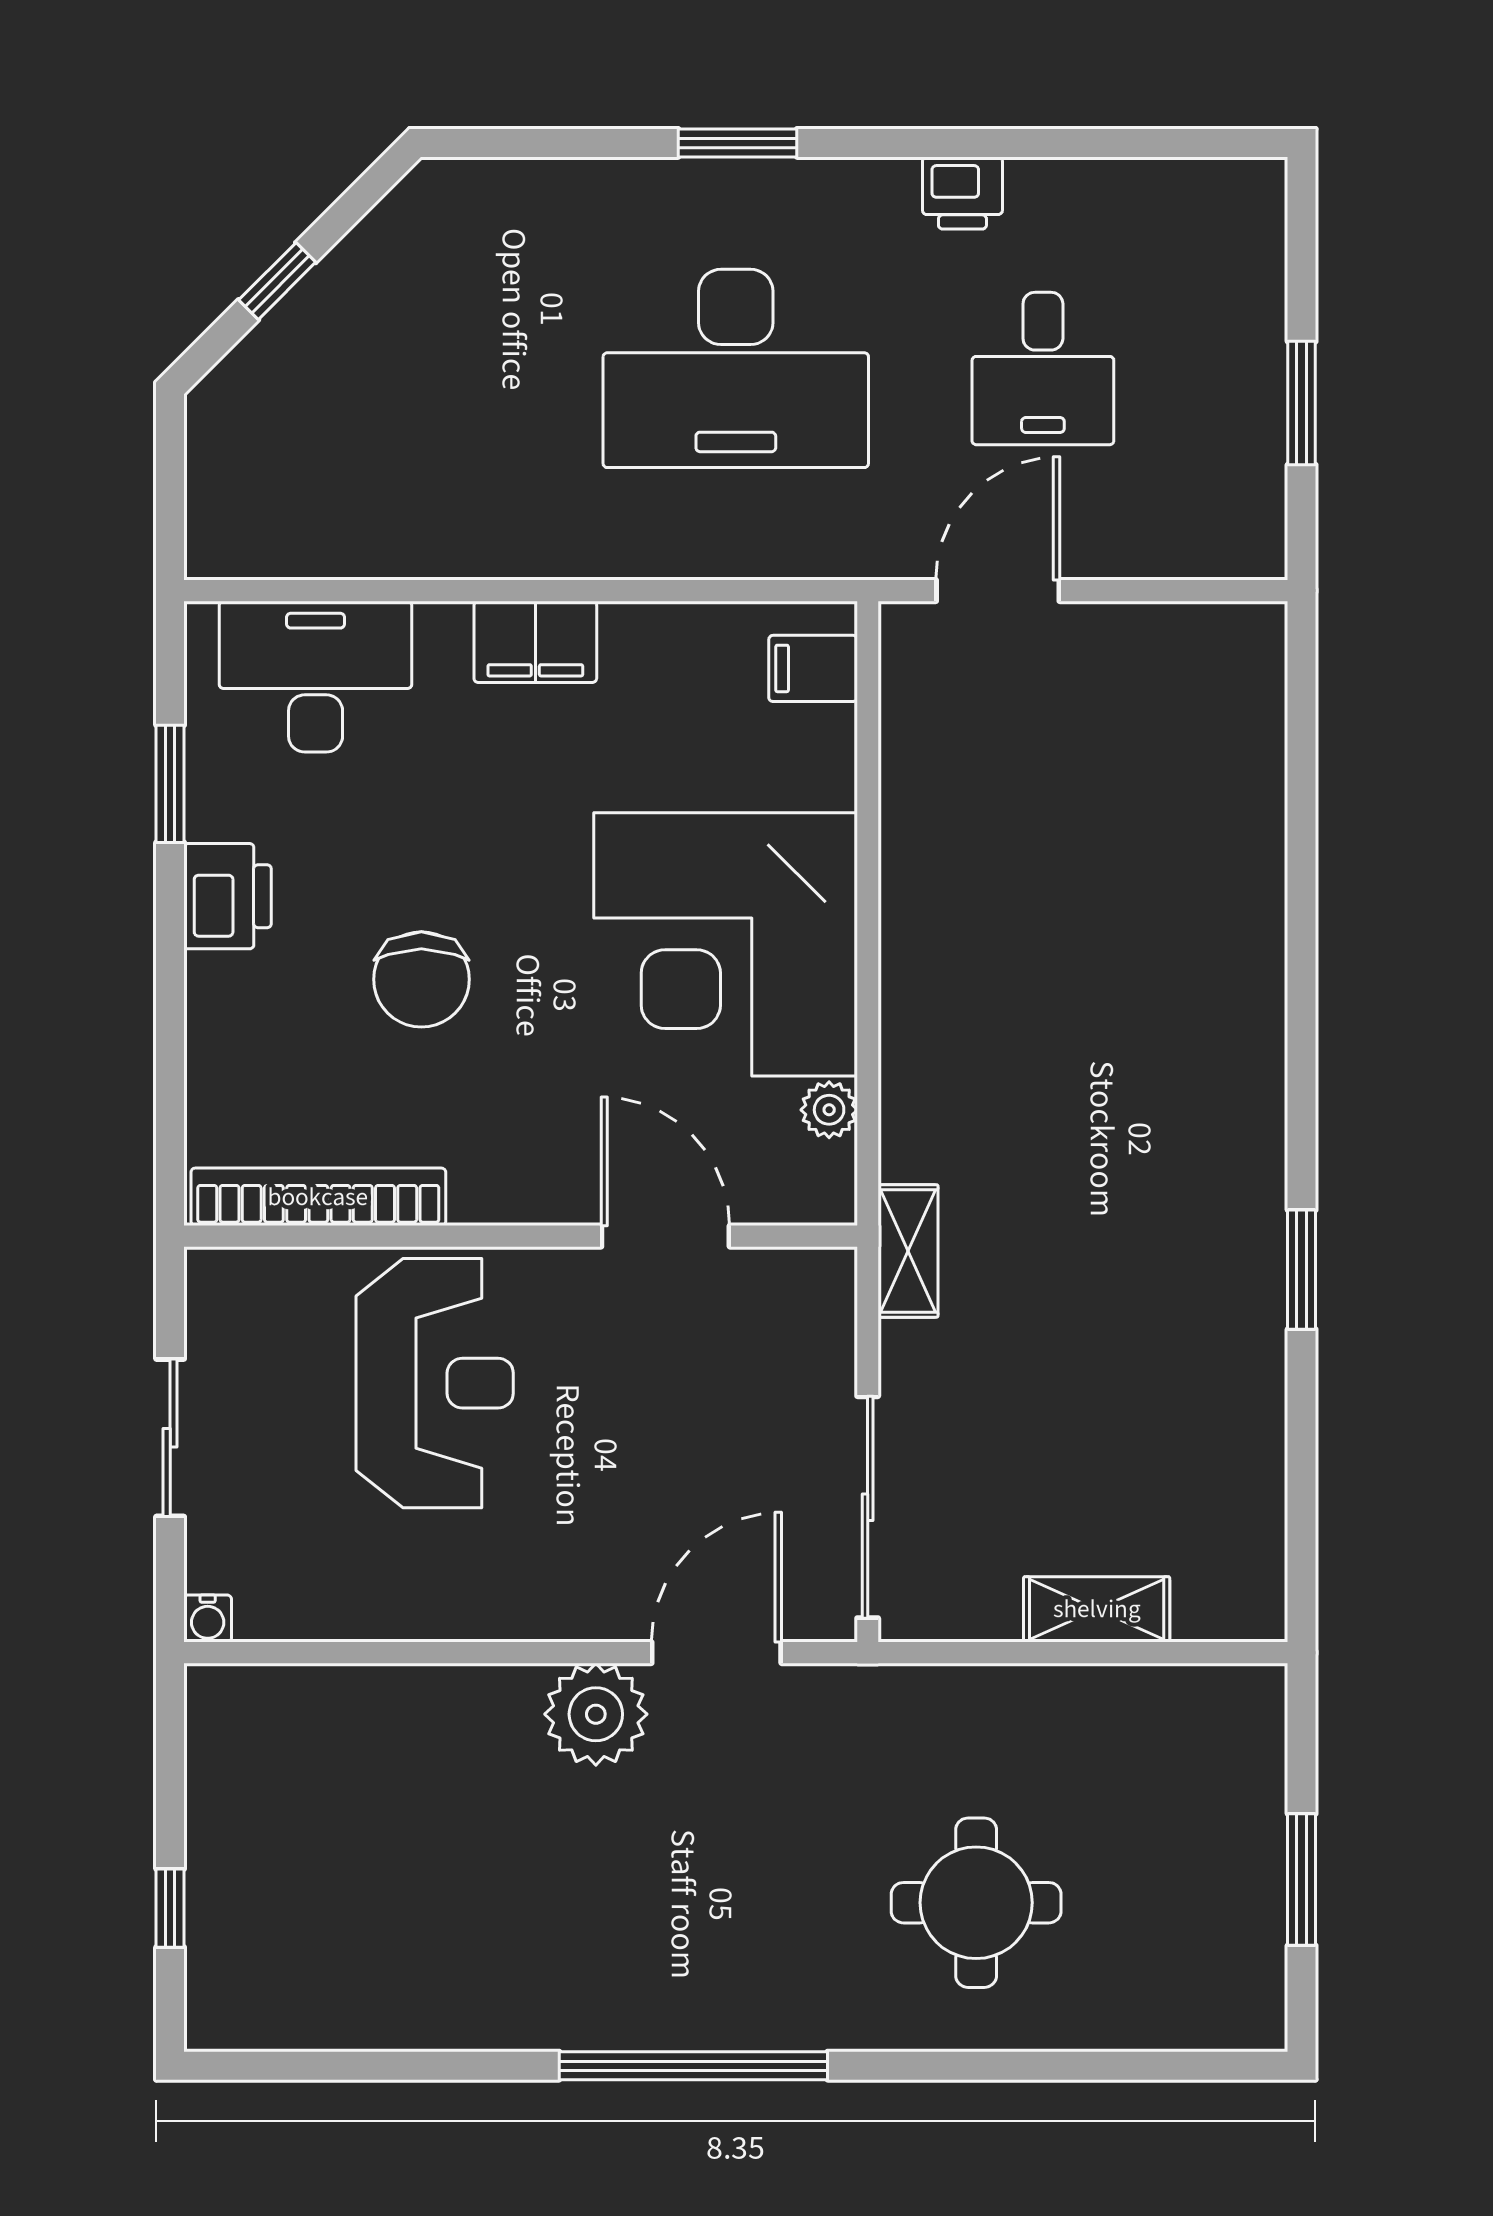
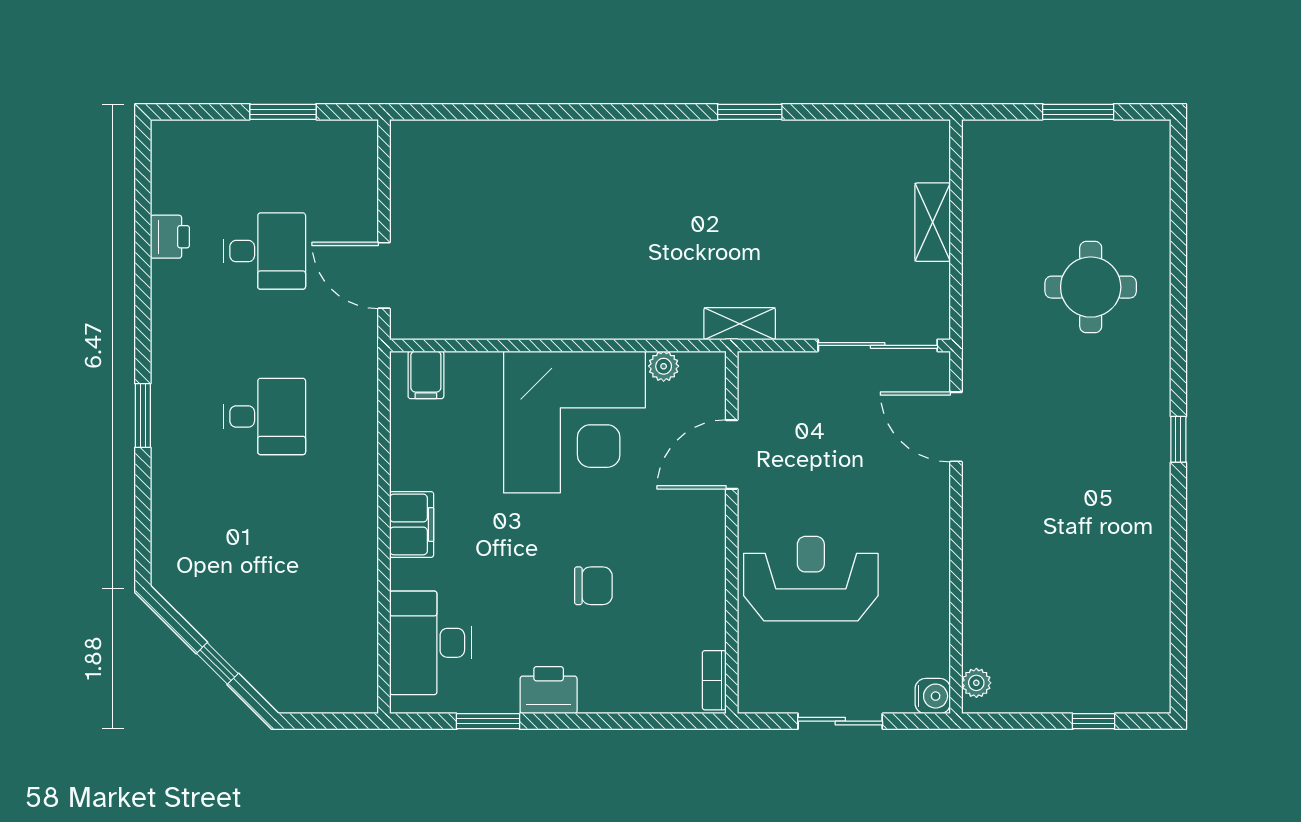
printer: (962, 193) -> (170, 237), moved
desk: (736, 368) -> (264, 416), width x0.53, depth x0.77
chair: (421, 979) -> (593, 586), width x0.73, depth x0.73
bookcase: (318, 1197) -> (714, 680), width x0.43, depth x0.76
water cooler: (208, 1619) -> (933, 696), width x1.38, depth x1.38
plant: (596, 1714) -> (976, 683), moved, width x0.53, depth x0.53
window: (693, 2066) -> (1178, 439), width x0.32

